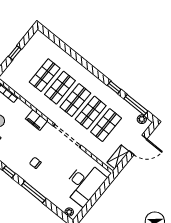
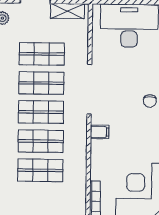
filing cabinet: (36, 120) -> (100, 132), width x0.50

